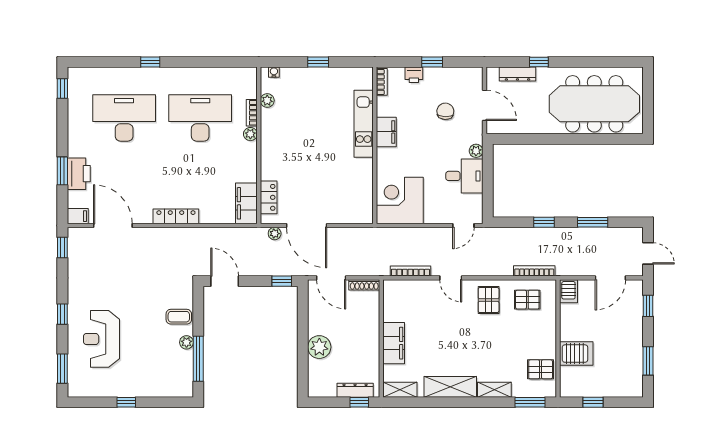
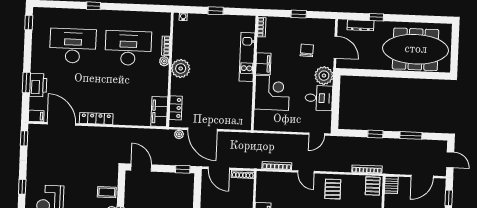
printer: (414, 75) -> (285, 23), removed
plant: (267, 100) -> (181, 68), moved, width x1.88, depth x1.88
plant: (476, 151) -> (324, 76), width x1.88, depth x1.88
corner desk: (400, 201) -> (272, 93), moved, turned 90
locker: (176, 216) -> (96, 119), moved
pallet: (527, 300) -> (373, 186), moved, turned 90

